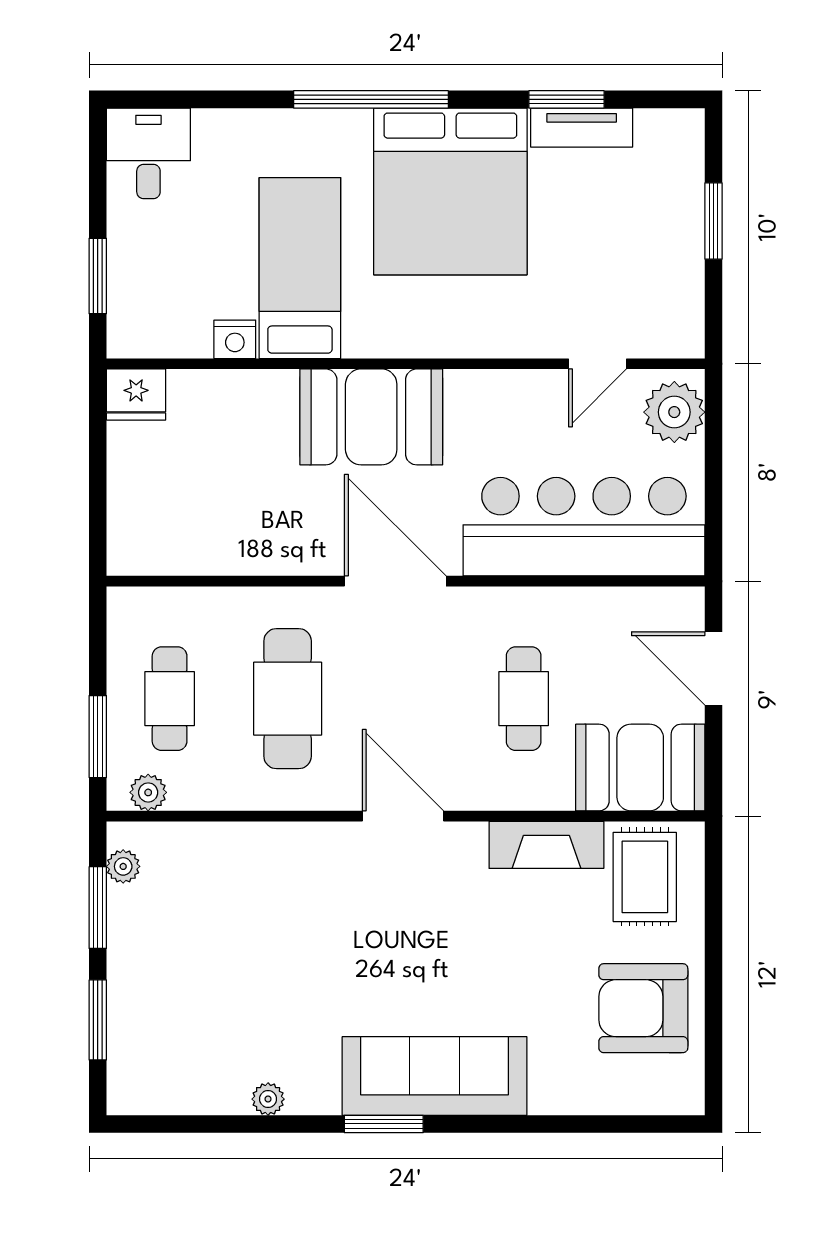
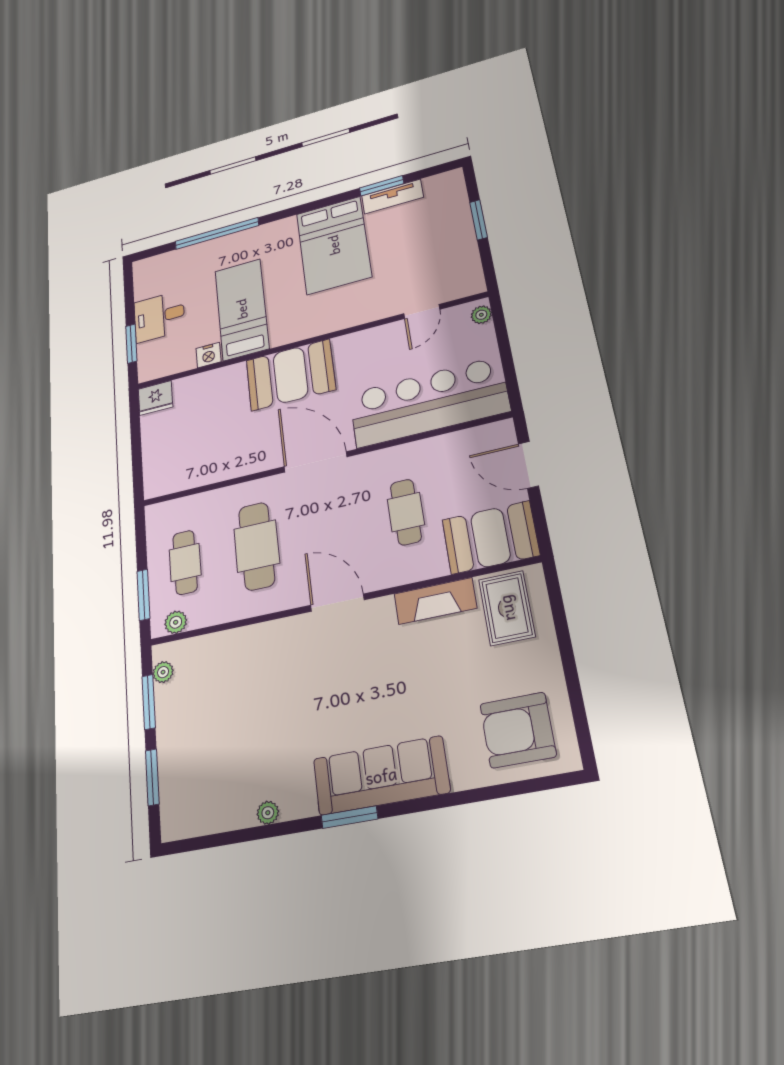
window: (371, 99) -> (217, 233), moved
desk: (148, 153) -> (159, 316), moved, turned -90
bed: (450, 191) -> (334, 245), width x0.73
plant: (674, 412) -> (481, 315), width x0.53, depth x0.53
armchair: (643, 1008) -> (518, 730), moved

